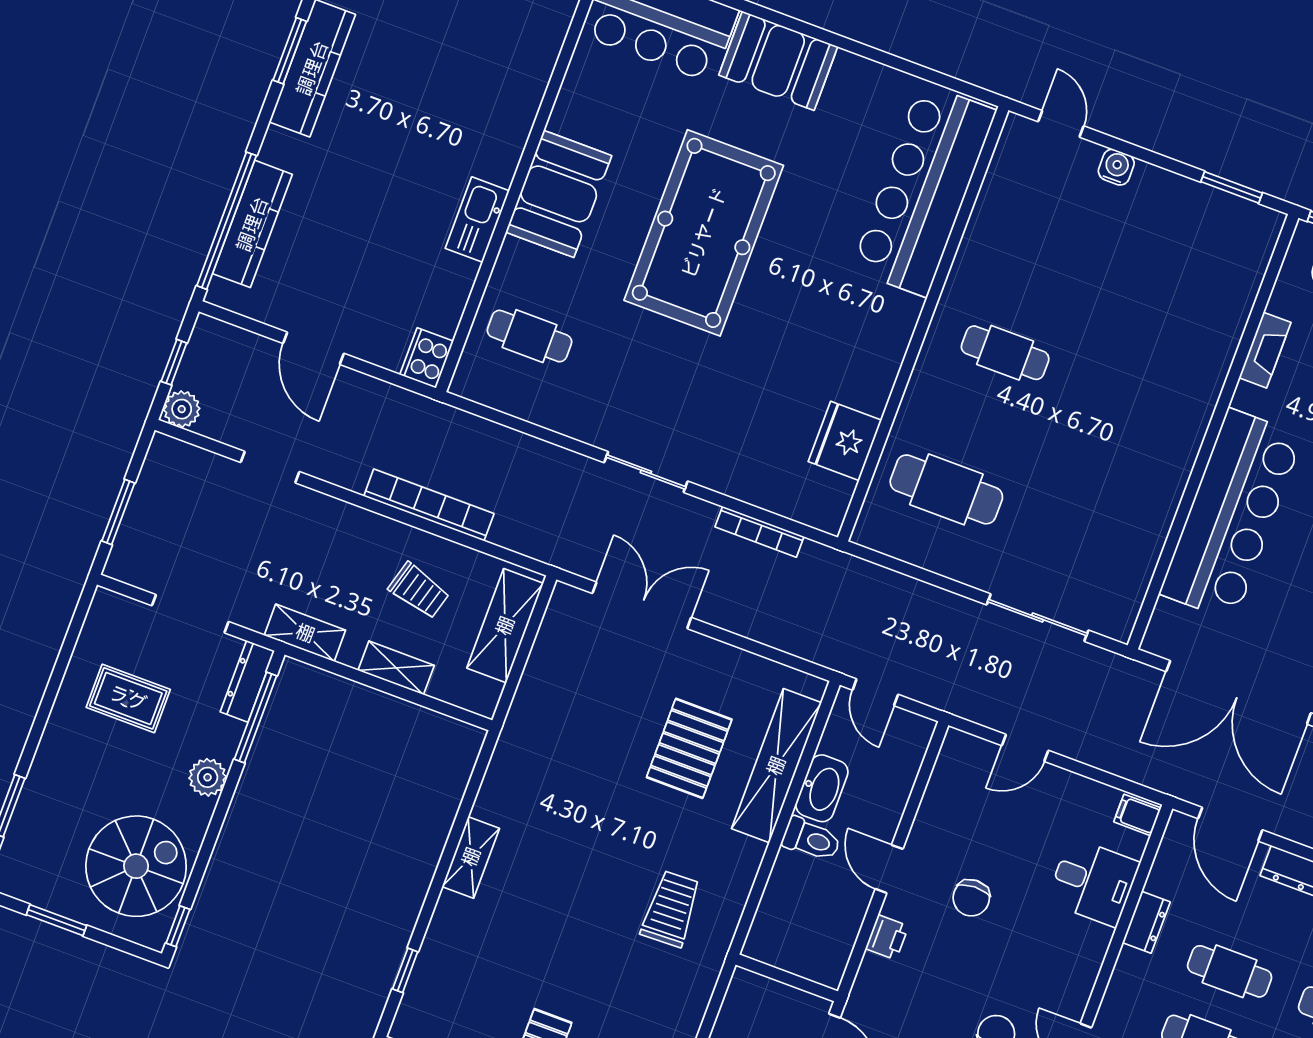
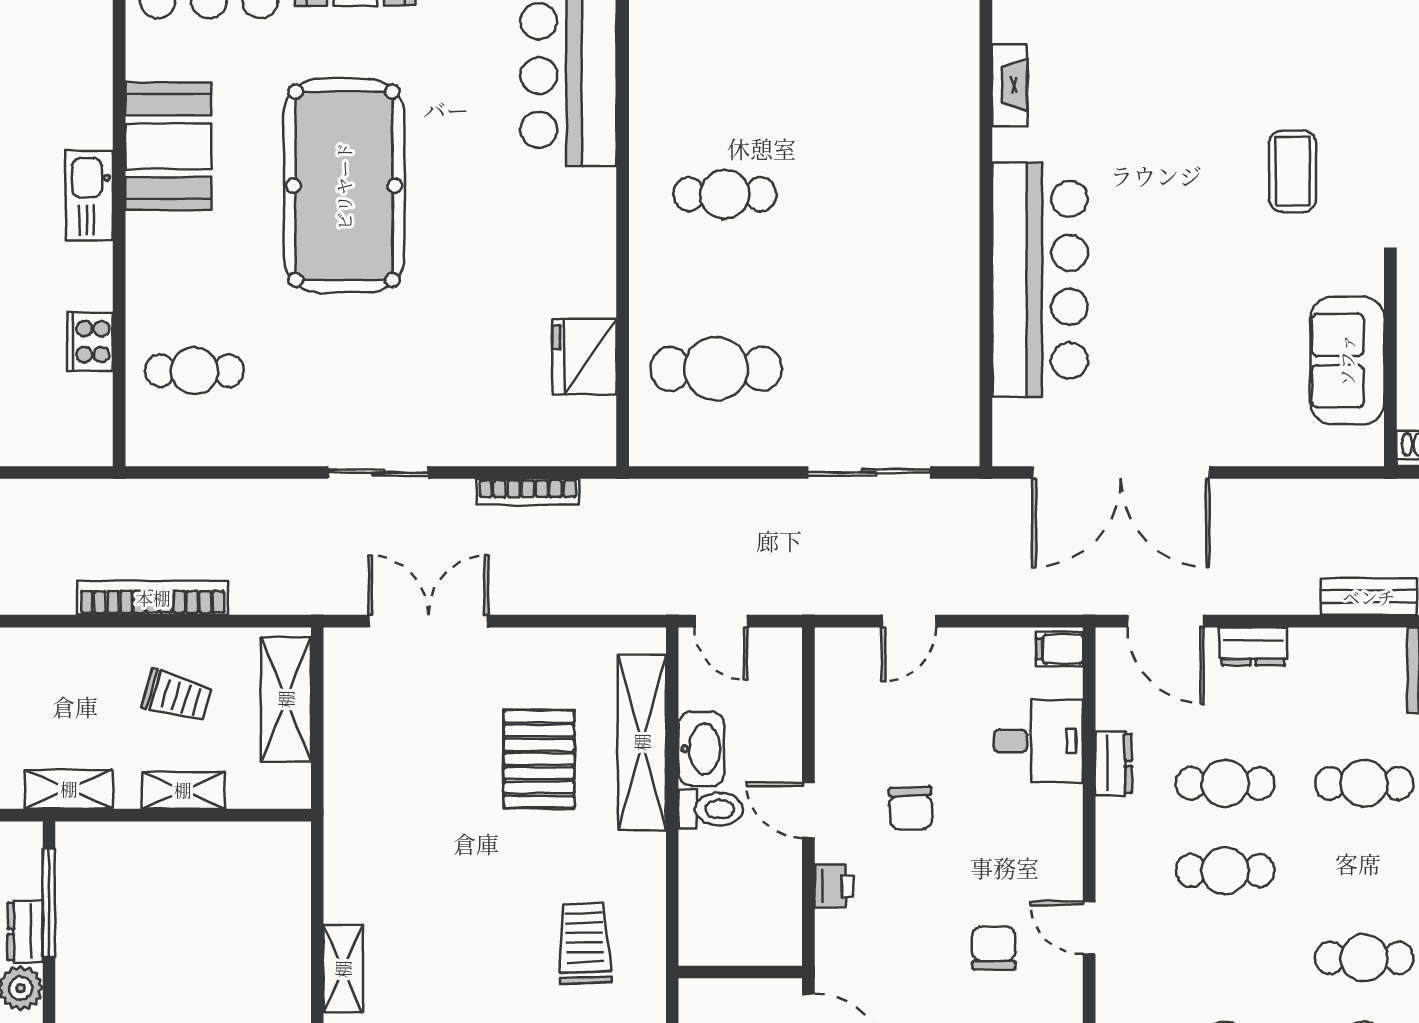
booth: (559, 194) -> (168, 146), moved
kitchen sink: (477, 220) -> (89, 196), moved
cooker: (427, 358) -> (90, 342), moved
dresser: (247, 681) -> (25, 932), moved, width x0.70

